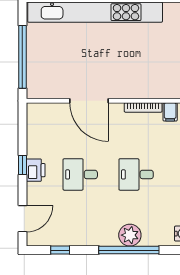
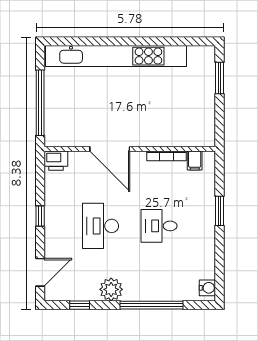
printer: (36, 170) -> (56, 161), moved, turned 90
desk: (80, 174) -> (101, 226), width x1.37
plant: (130, 235) -> (111, 289), moved

